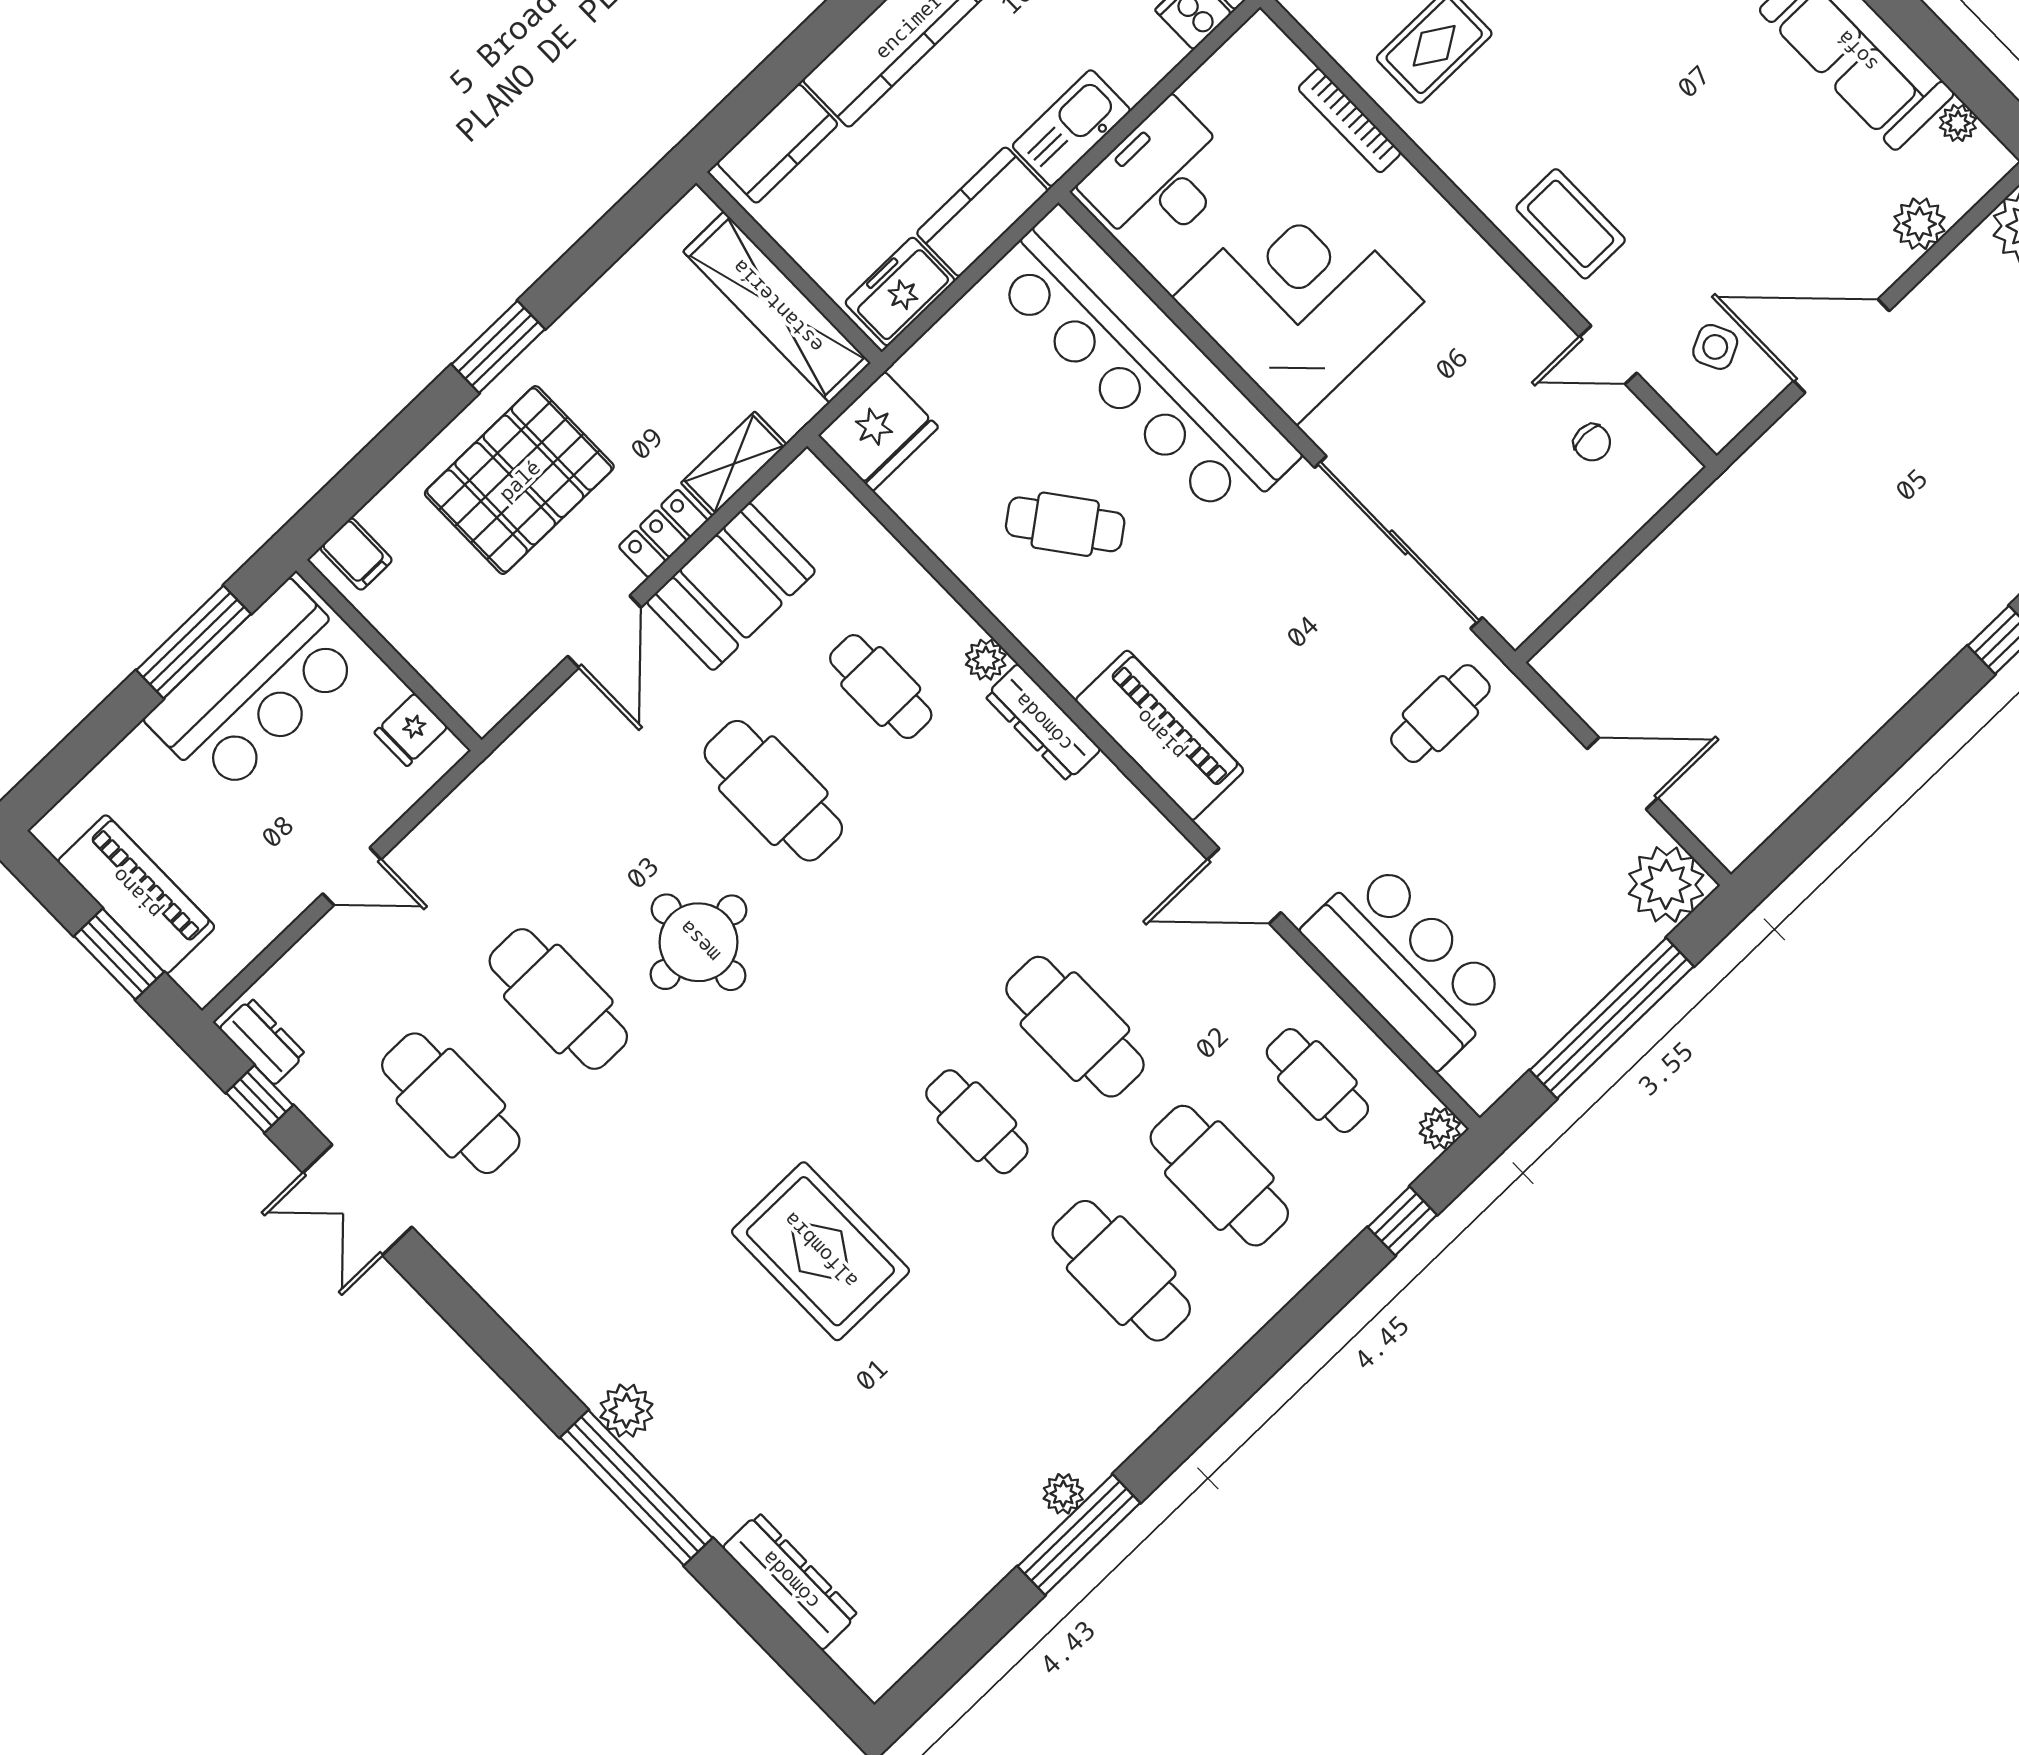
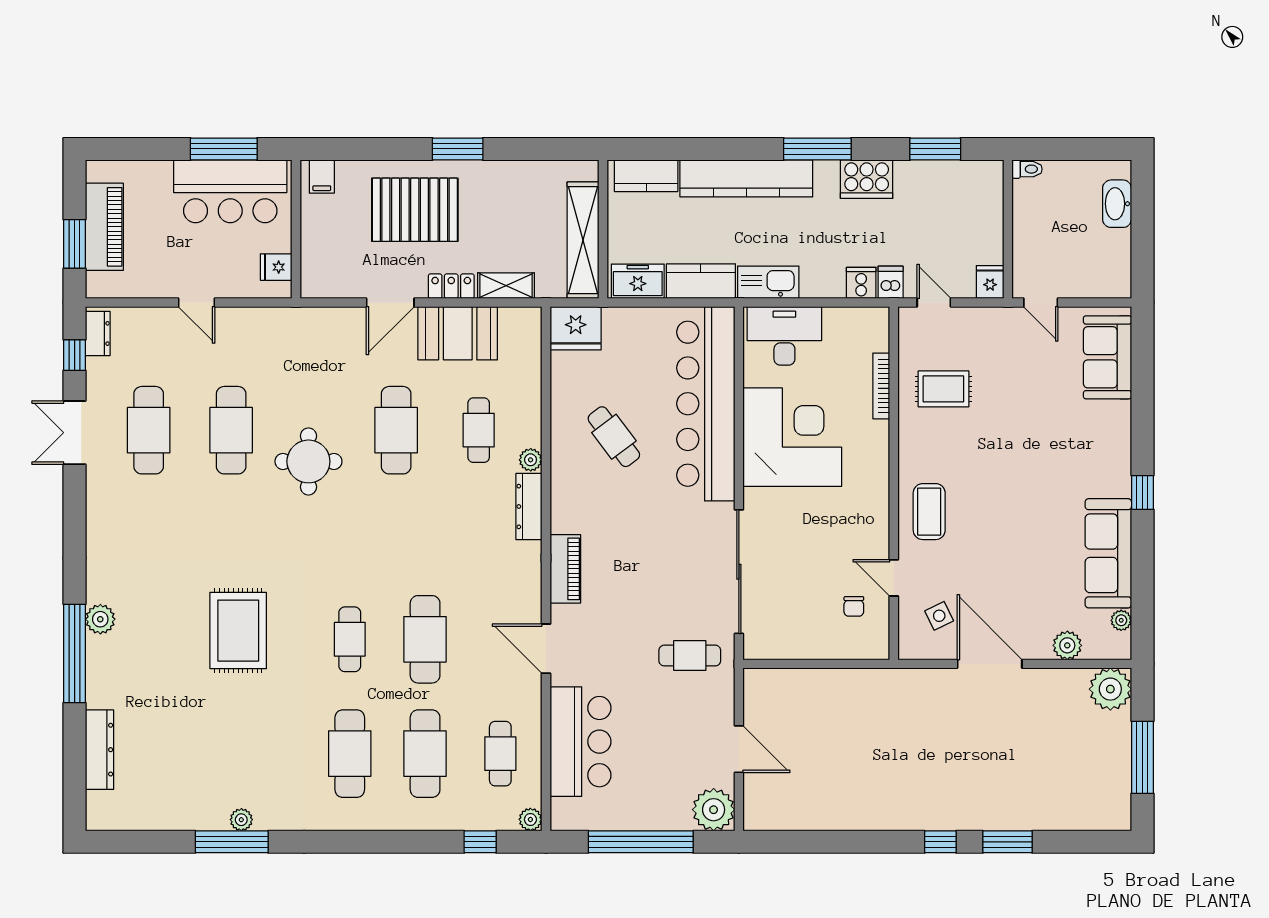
piano: (1160, 735) -> (565, 569), width x0.73, depth x0.75

